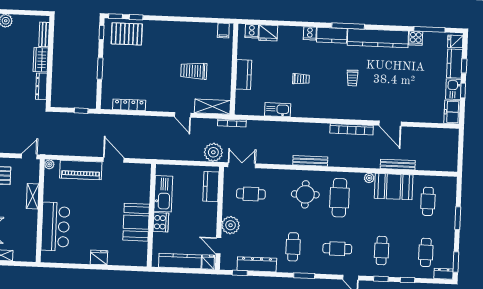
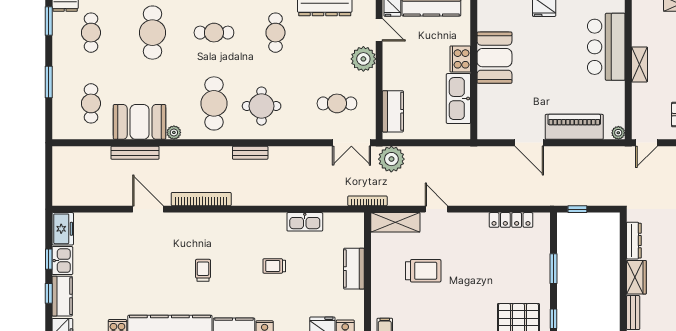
bench: (310, 161) -> (250, 153), width x0.73
shelving: (33, 196) -> (639, 64), moved
cafe table: (382, 251) -> (152, 33), width x1.37, depth x1.35

